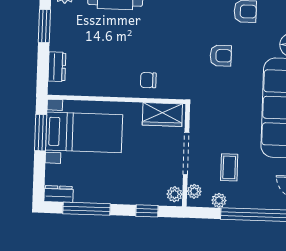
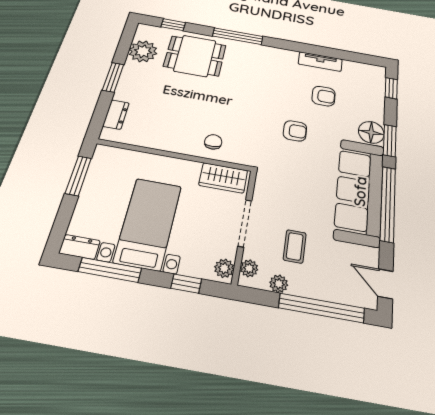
chair: (148, 80) -> (213, 142), turned 86
bed with nightstands: (84, 132) -> (148, 223), moved, turned -90

